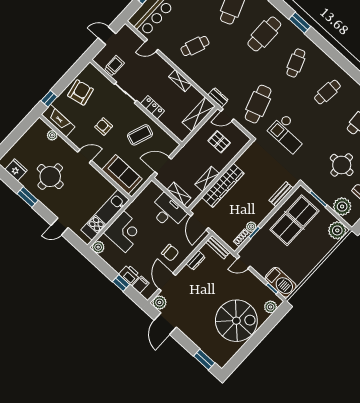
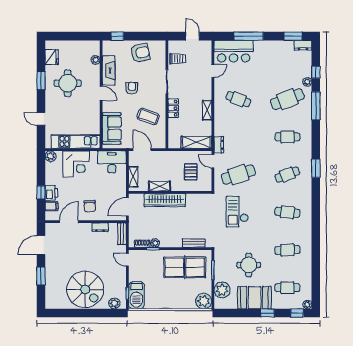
window: (300, 23) -> (316, 168), moved
cafe table: (264, 34) -> (287, 137), width x0.73, depth x0.74
door: (152, 46) -> (213, 71), swing flipped
fireplace: (58, 121) -> (109, 70), moved
desk: (168, 212) -> (112, 162), moved, turned -90
plant: (159, 302) -> (51, 229), removed
window: (204, 359) -> (41, 276), moved

